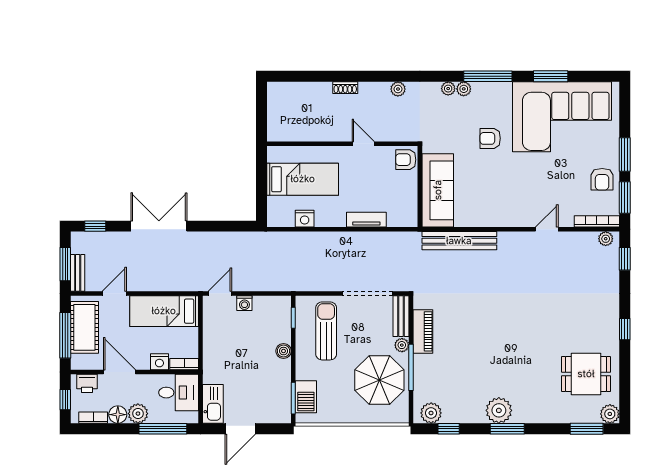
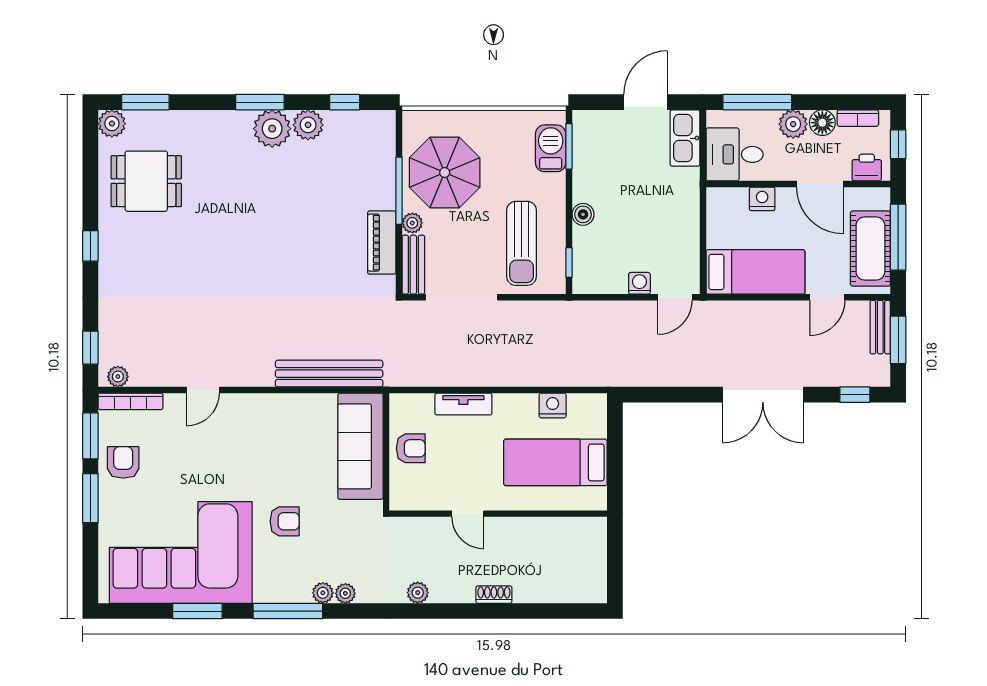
armchair: (406, 160) -> (411, 448), moved
bookcase: (184, 364) -> (727, 195), removed
plant: (431, 413) -> (308, 125), moved

